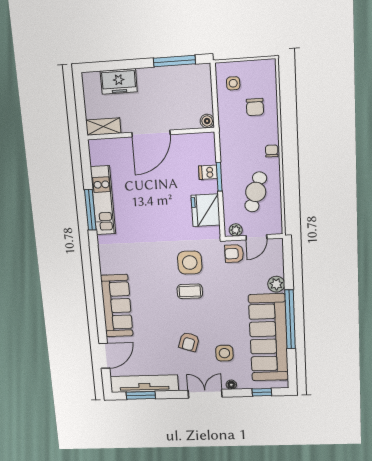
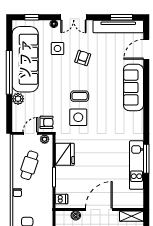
boiler: (207, 121) -> (76, 215), moved
dishwasher: (208, 172) -> (61, 199), moved

